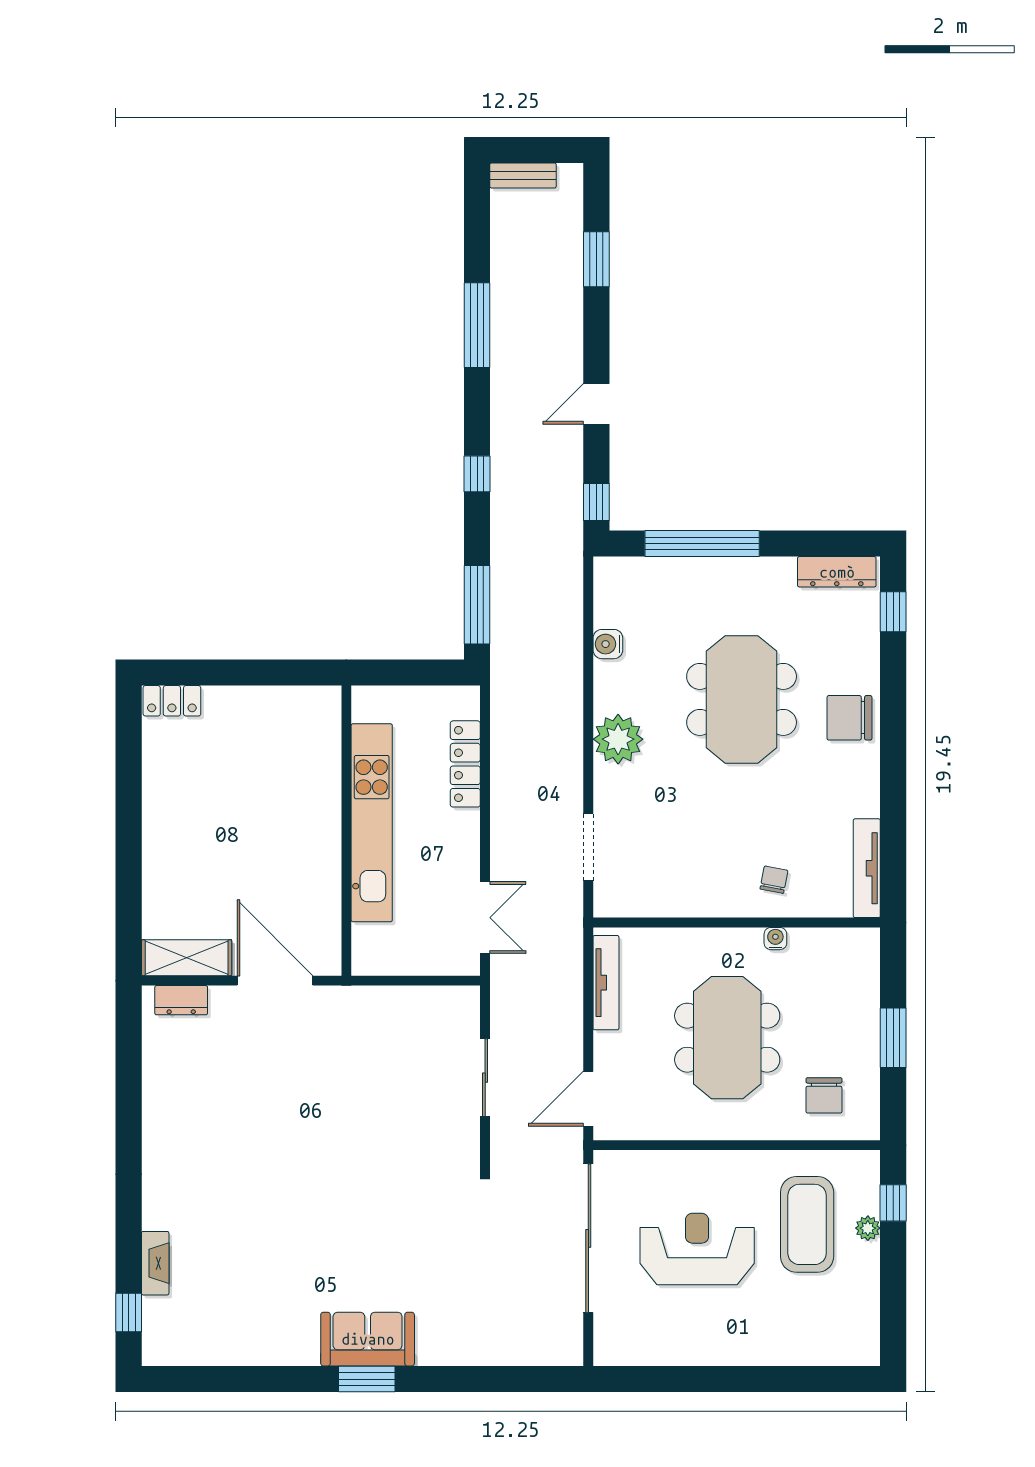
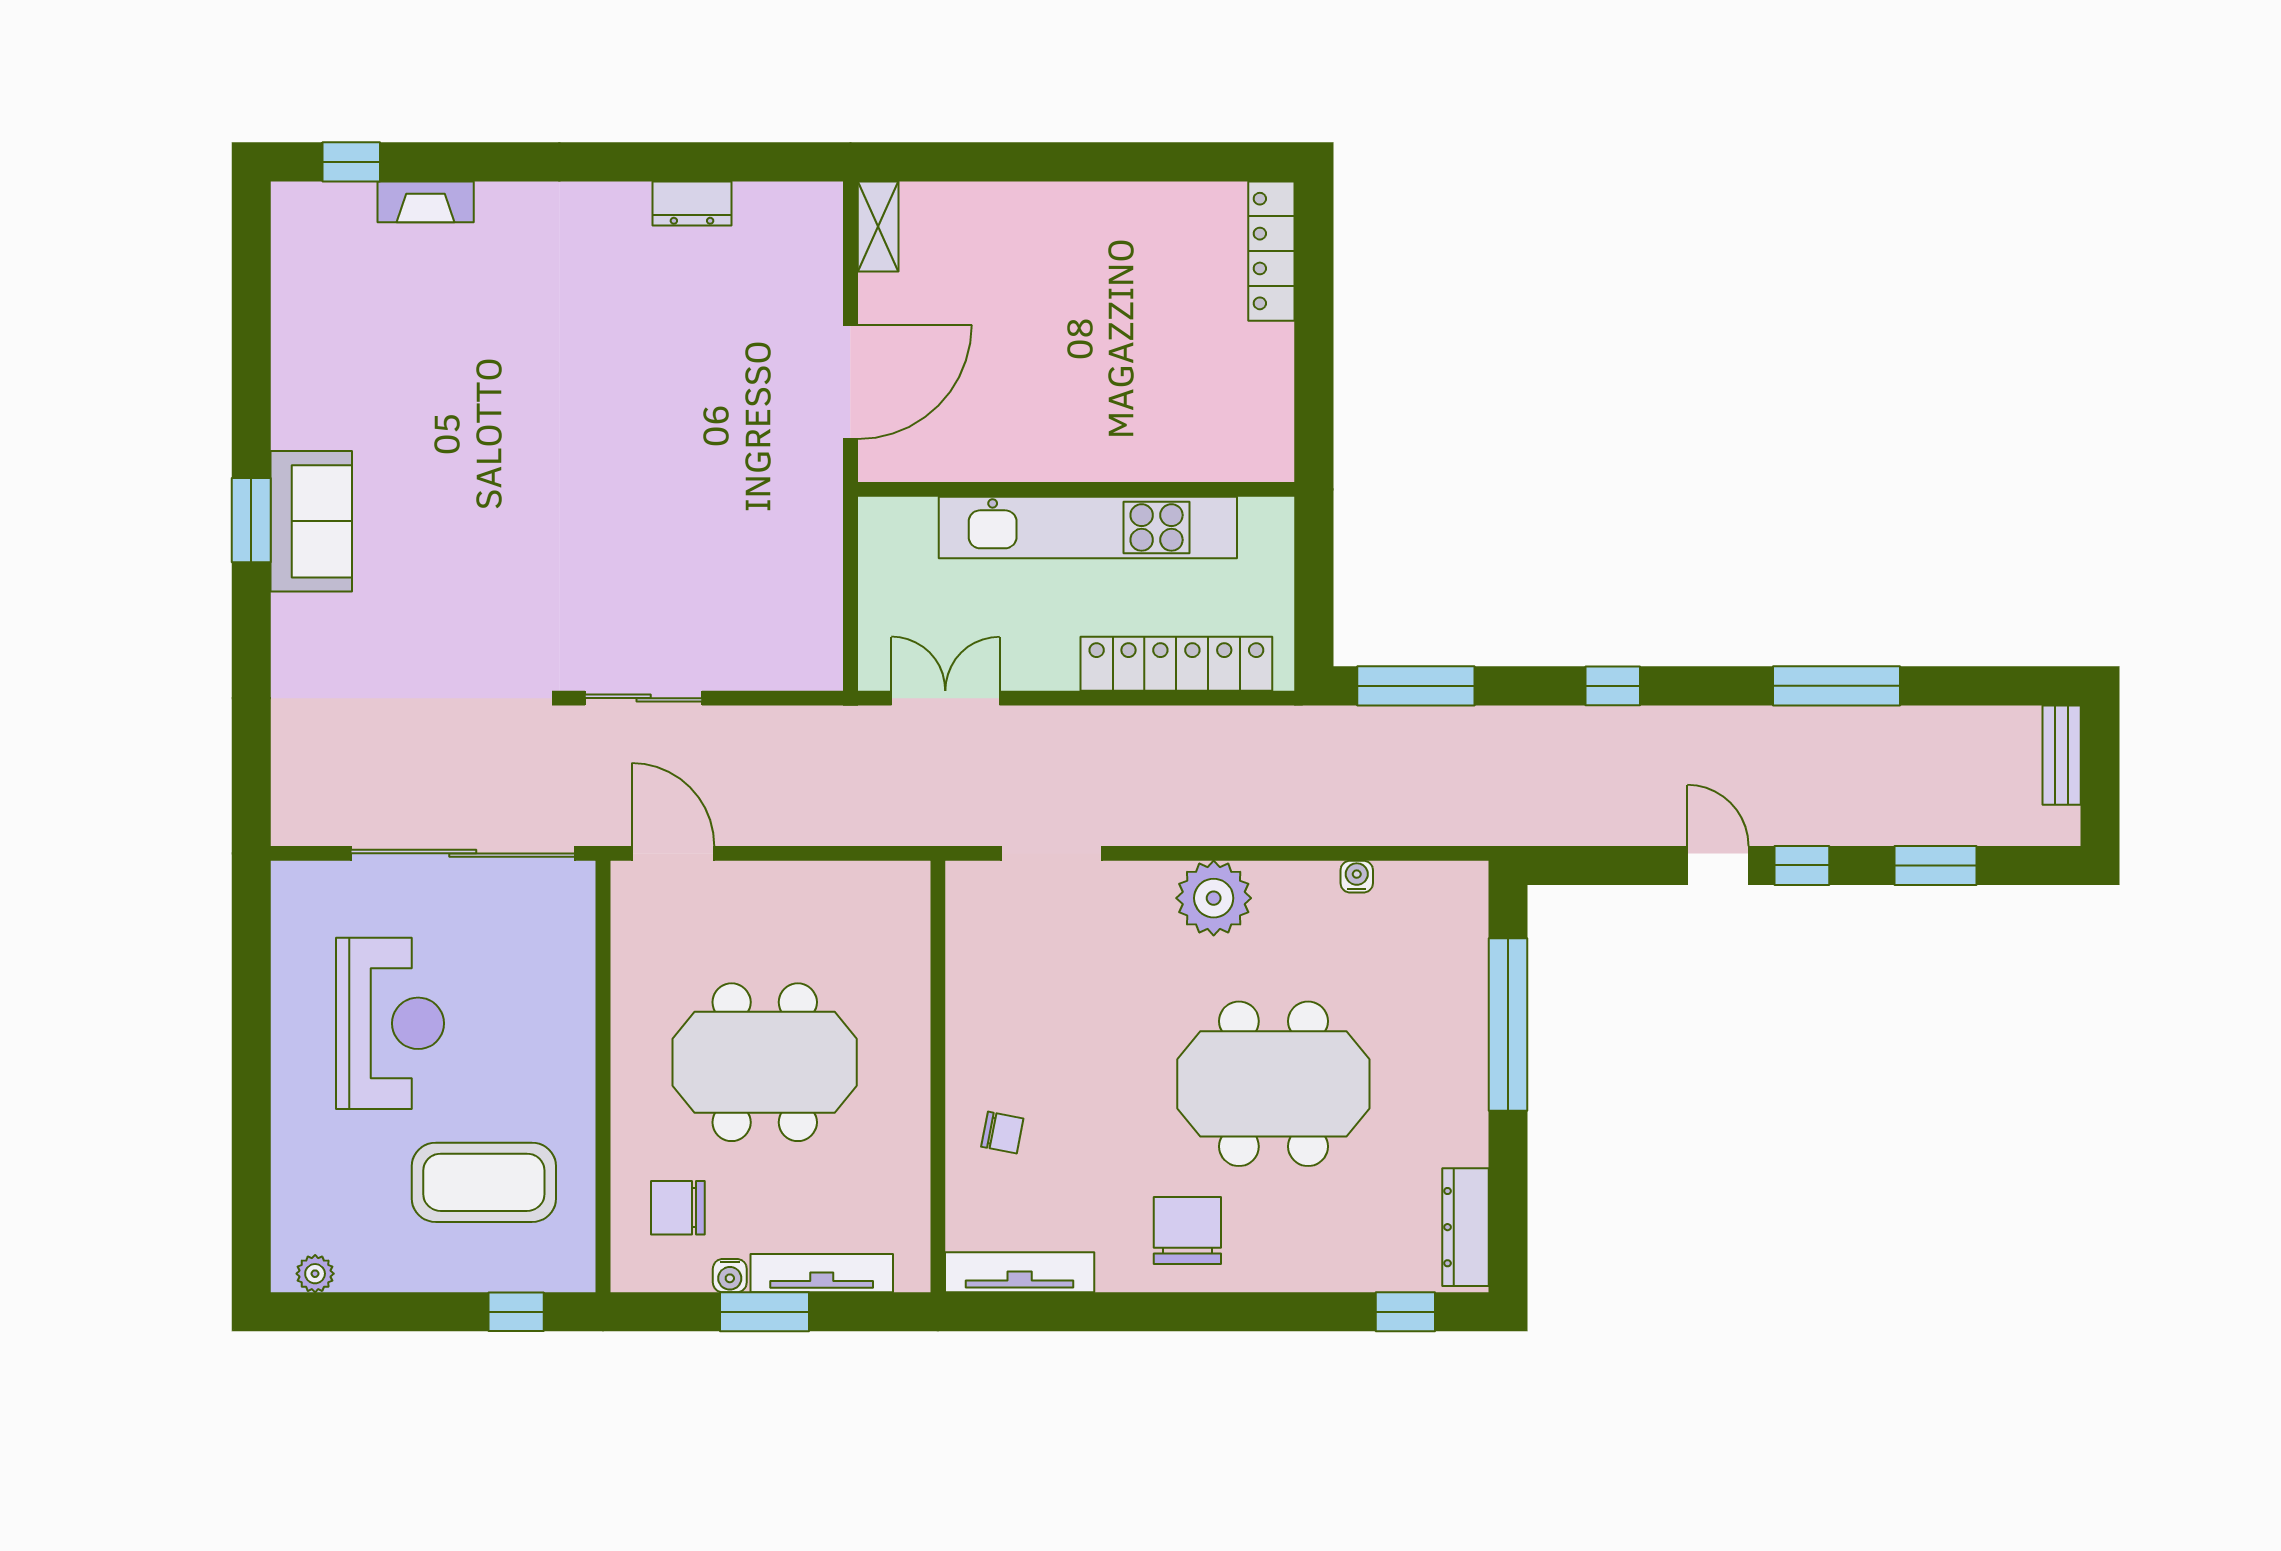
window: (596, 502) -> (1802, 865), moved
water cooler: (608, 644) -> (1357, 877), width x0.72, depth x0.72
locker: (172, 701) -> (1271, 251), width x1.53
chair: (850, 718) -> (1187, 1231), moved
locker: (465, 764) -> (1176, 664), width x1.41, depth x1.21
double door: (485, 918) -> (945, 698), swing flipped
water cooler: (775, 939) -> (730, 1276), moved, turned 90
shelving: (187, 958) -> (878, 226), width x0.67, depth x0.75
tv unit: (606, 983) -> (822, 1273), moved, turned 180
dresser: (181, 1000) -> (692, 203), moved, turned -90
sliding door: (485, 1078) -> (644, 698), moved
plant: (868, 1228) -> (315, 1274), moved
reception desk: (697, 1249) -> (390, 1023), moved

